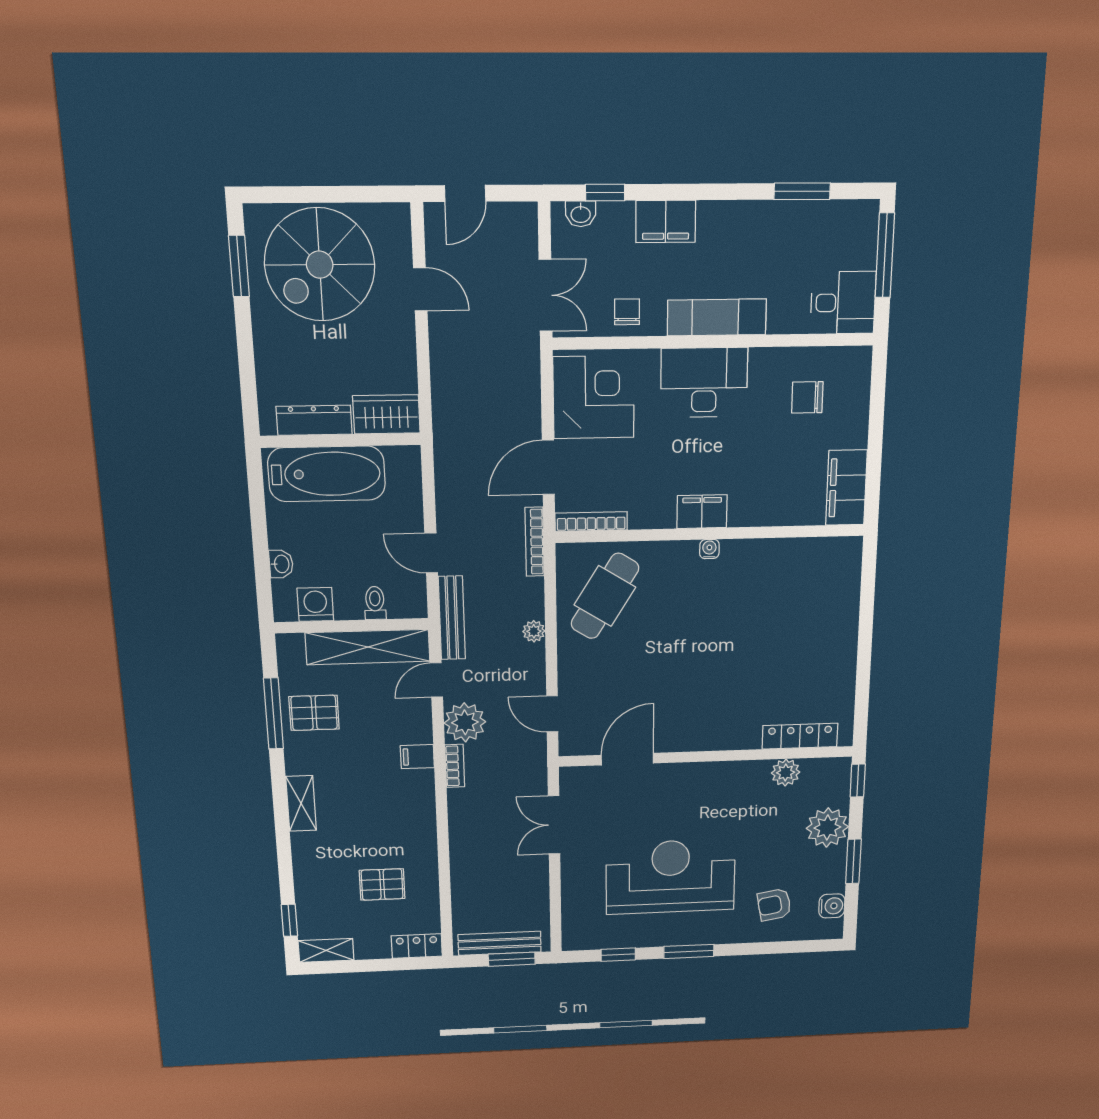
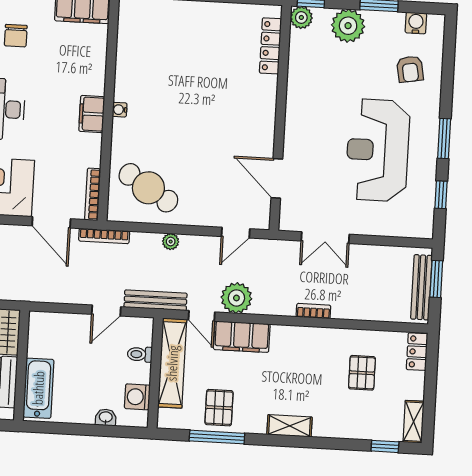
bathtub: (327, 474) -> (38, 388), width x0.73, depth x0.73
filing cabinet: (417, 757) -> (242, 337), width x3.00, depth x1.17
bookcase: (455, 766) -> (313, 311), moved
plant: (786, 773) -> (301, 17), moved

